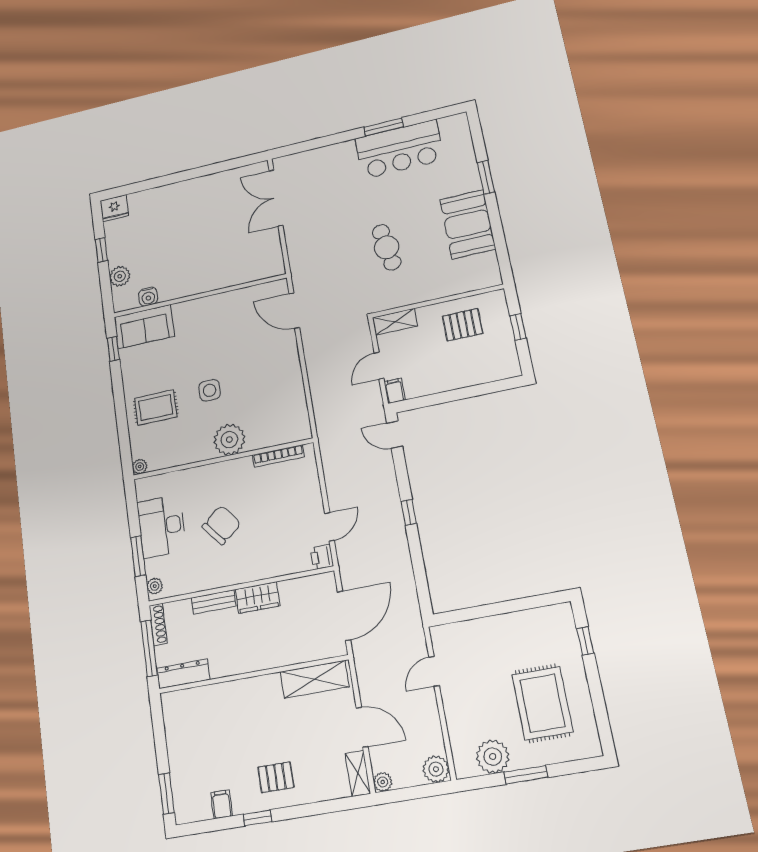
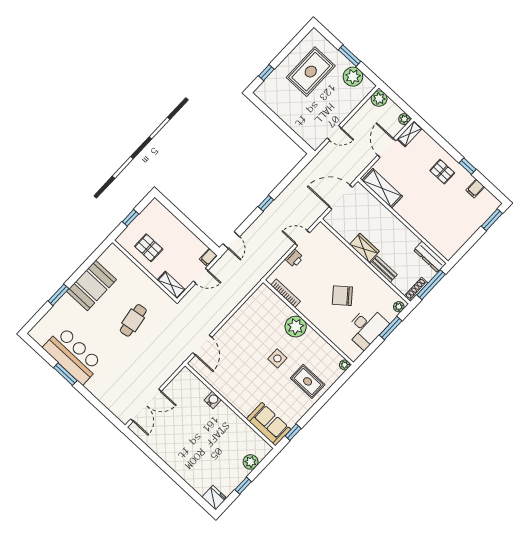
water cooler: (148, 297) -> (213, 400), moved
printer: (322, 557) -> (294, 258), moved

